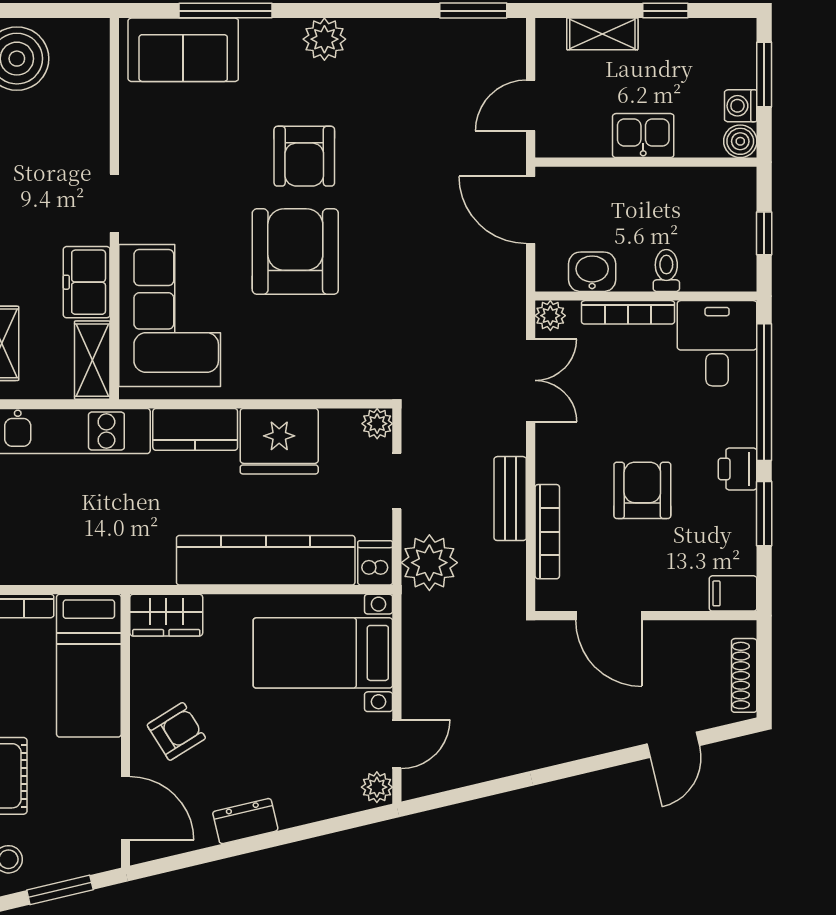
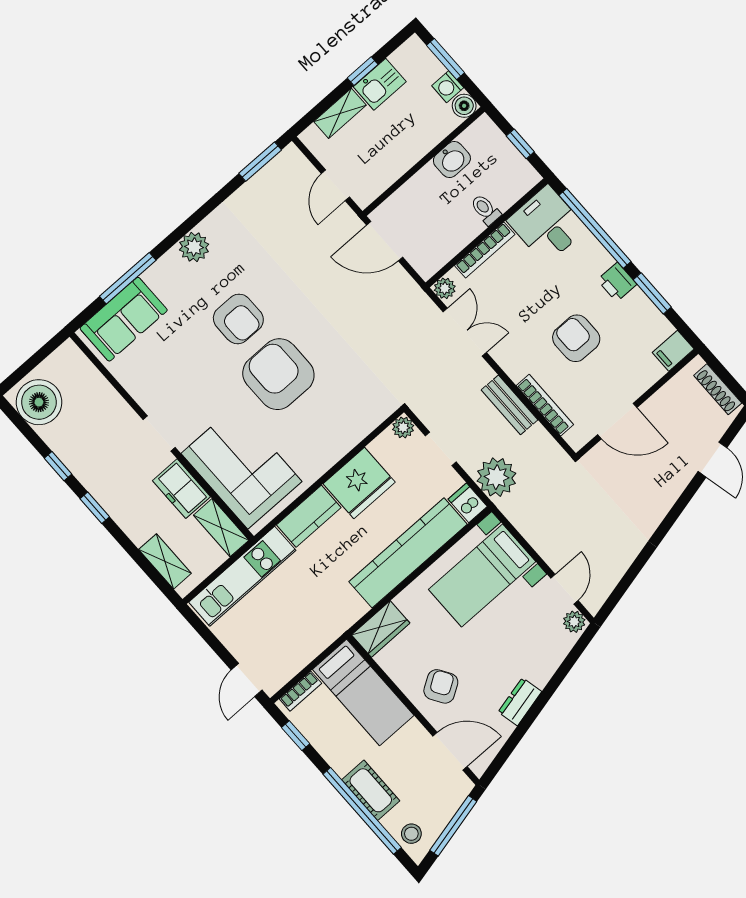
kitchen sink: (643, 136) -> (380, 84), moved, turned 180
washbasin: (592, 272) -> (452, 159), moved, turned 180
window: (60, 890) -> (453, 826), width x1.44

